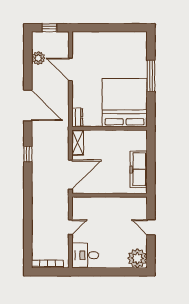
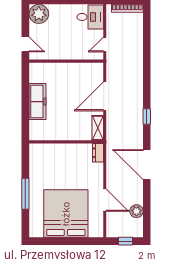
bed: (125, 103) -> (66, 214), moved, turned 180
wall: (110, 195) -> (66, 61), moved

